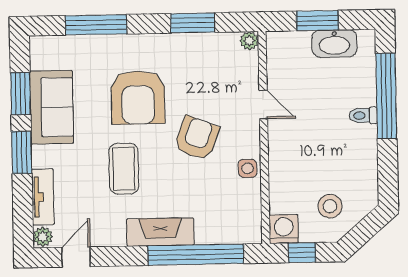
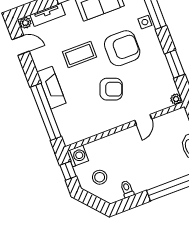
armchair: (138, 97) -> (122, 48), turned 180
toilet: (363, 116) -> (127, 189), moved
side table: (248, 168) -> (145, 22), moved

